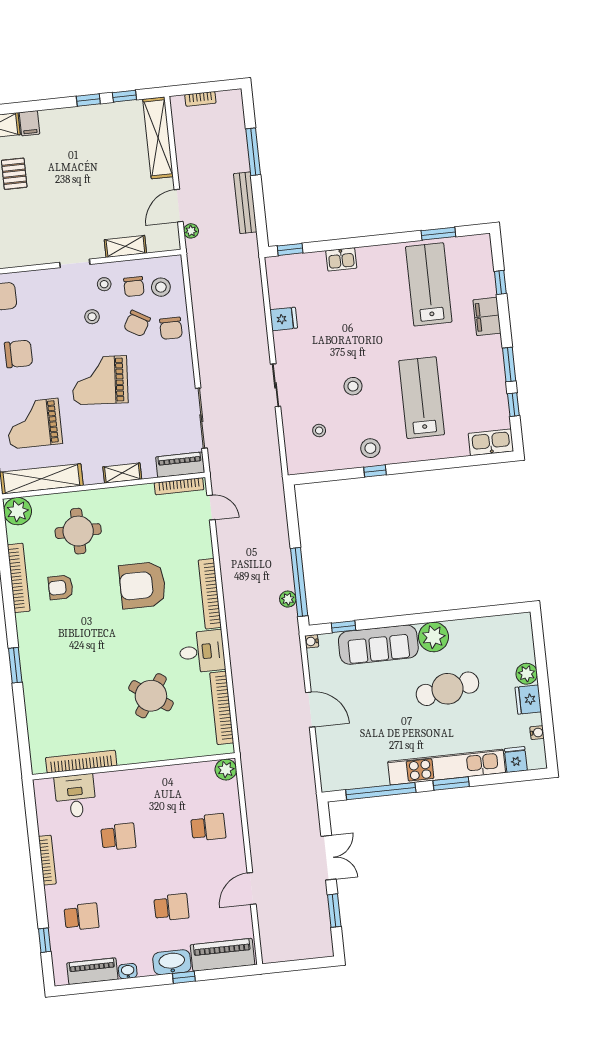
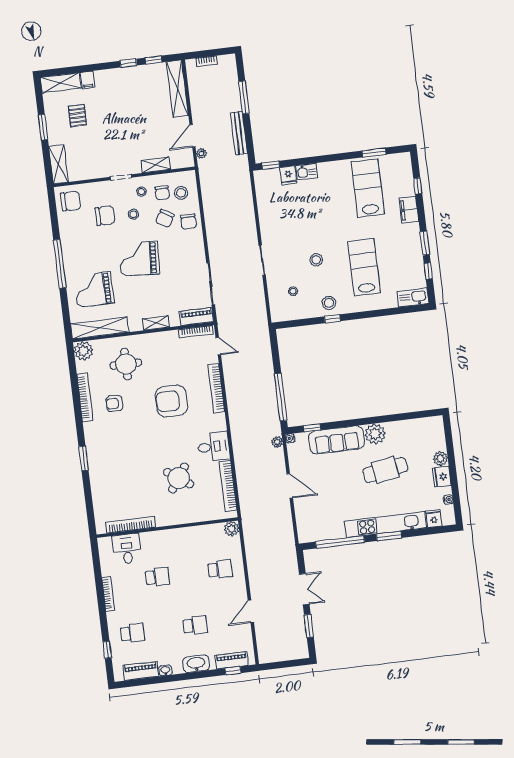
fridge: (284, 319) -> (288, 175), moved, turned 90
chair: (19, 354) -> (105, 216), moved
bookcase: (210, 594) -> (216, 388), moved
plant: (288, 599) -> (277, 442), moved
piano: (222, 955) -> (232, 660), width x0.73, depth x0.75
window: (184, 977) -> (233, 671), moved

